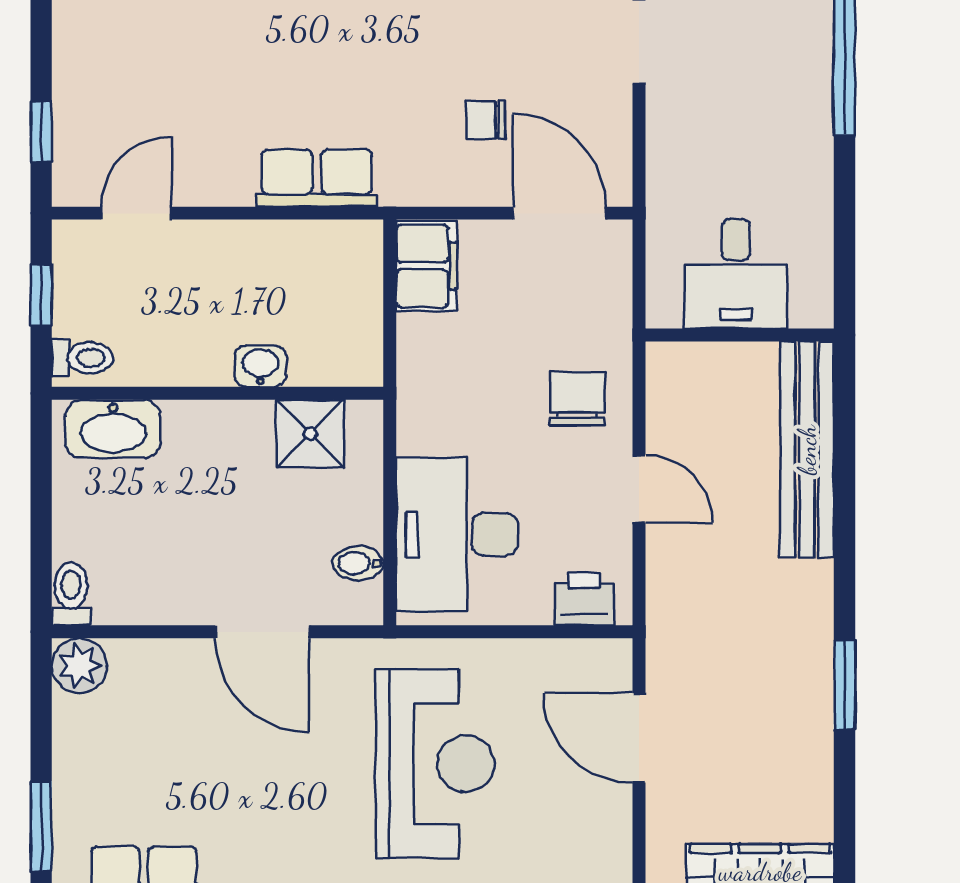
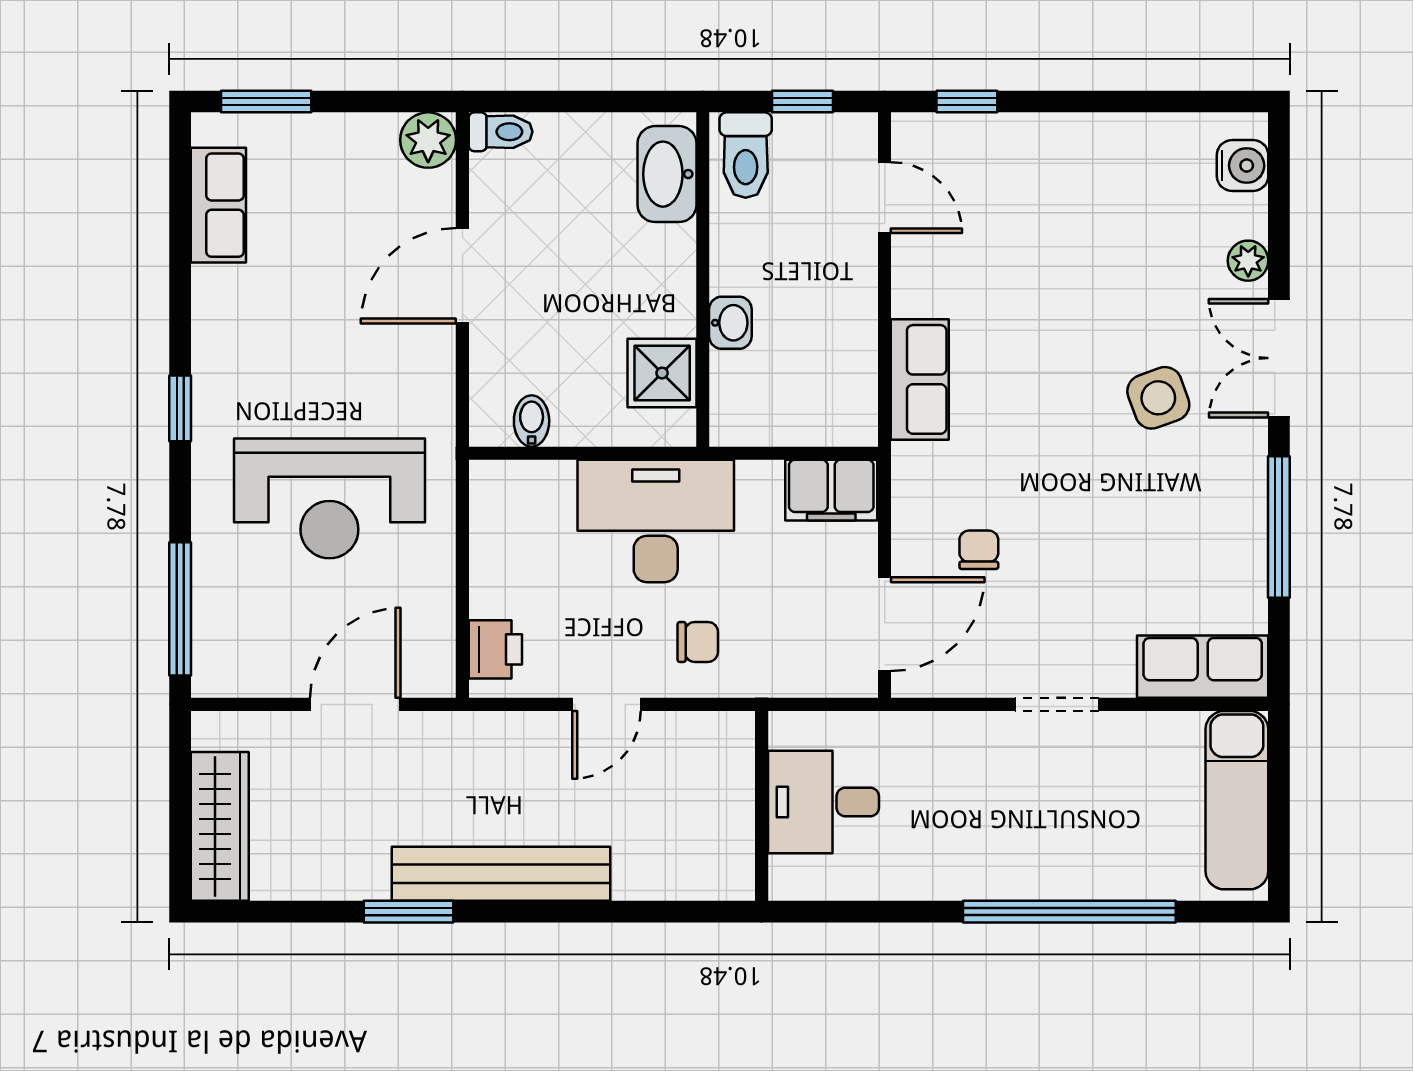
toilet: (82, 358) -> (746, 155), width x1.37, depth x1.39
chair: (577, 398) -> (698, 642), width x0.73, depth x0.73
bench: (807, 450) -> (501, 874), moved
desk: (457, 534) -> (656, 521), moved
door: (262, 632) -> (462, 276), moved

